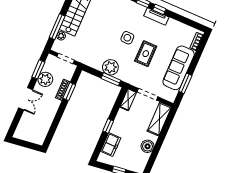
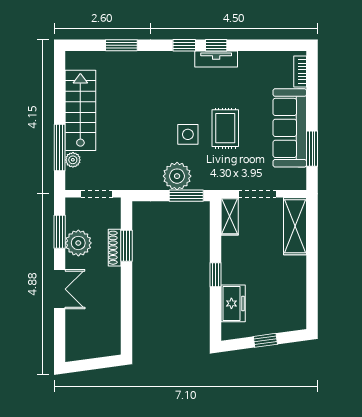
side table: (127, 38) -> (188, 134), moved
boiler: (148, 146) -> (295, 280), removed

